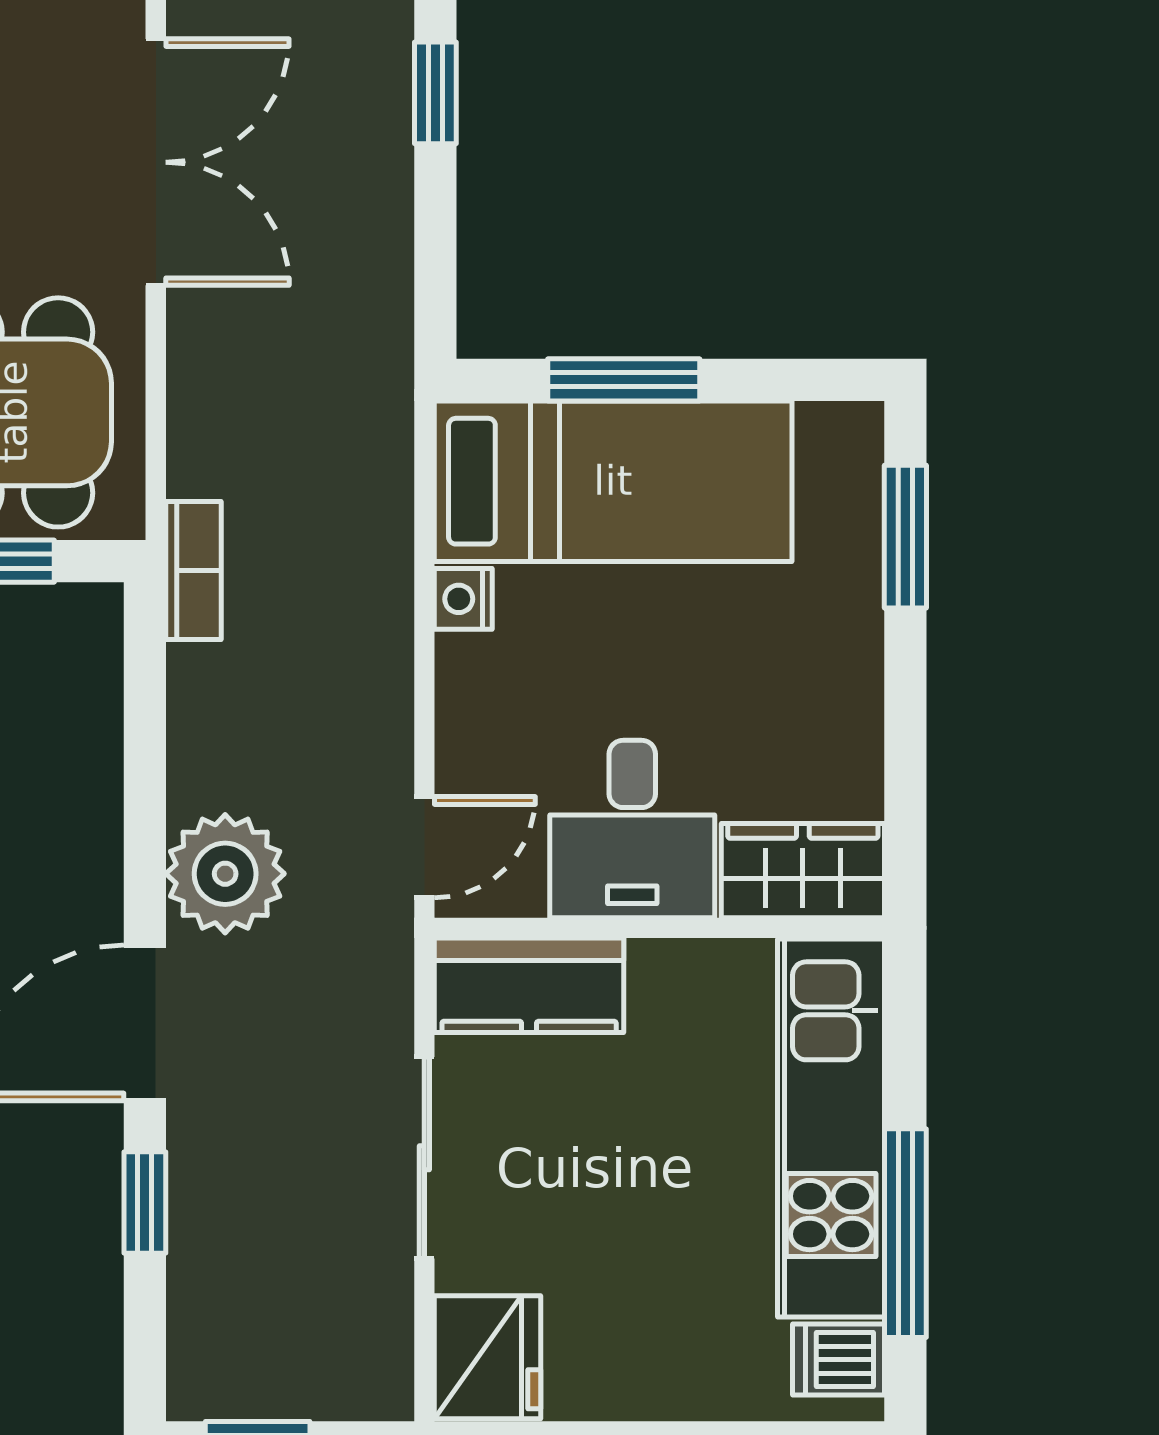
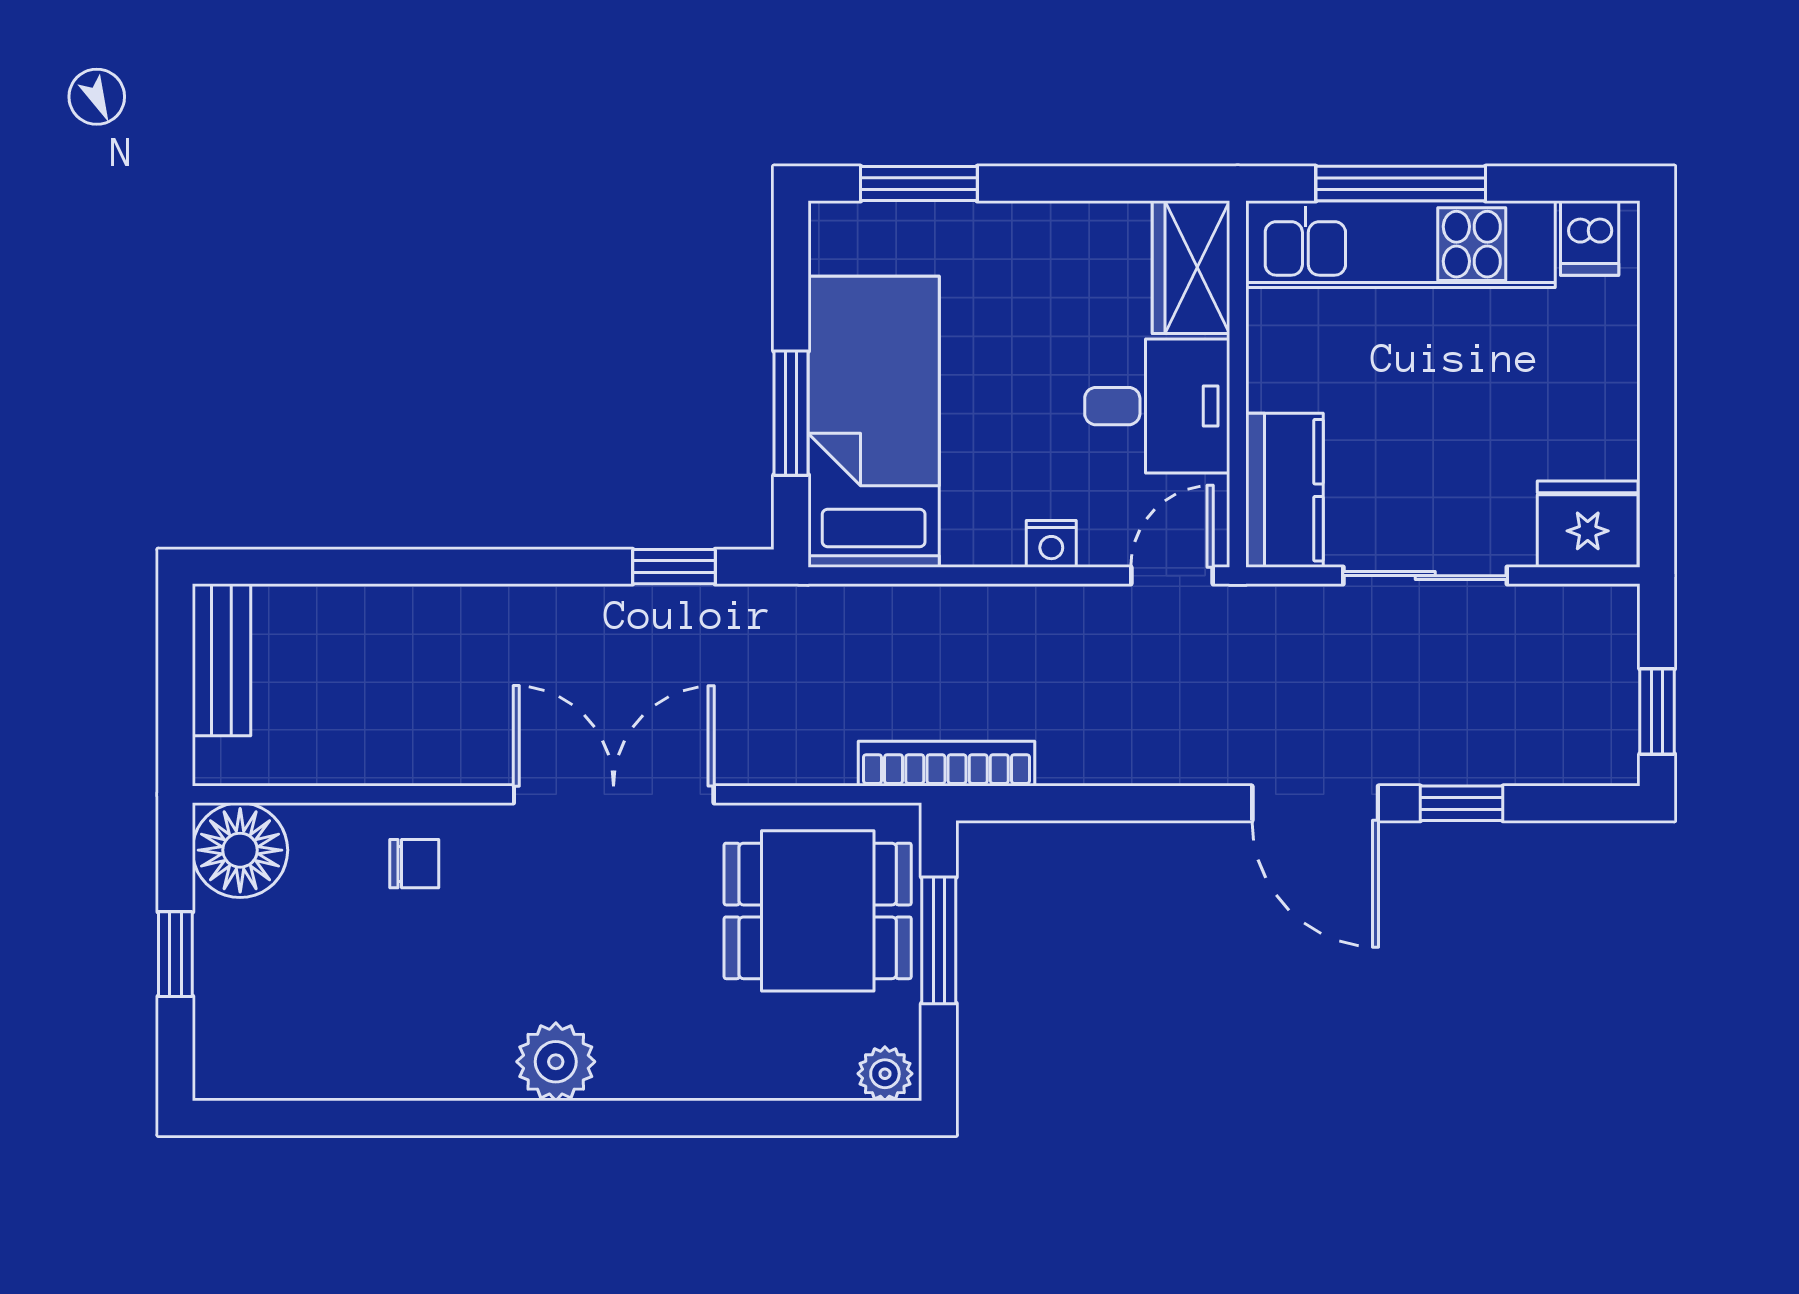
window: (435, 93) -> (674, 567), moved
bookcase: (194, 570) -> (946, 764), width x1.56
nightstand: (463, 599) -> (1051, 544), moved
door: (424, 847) -> (1172, 576), hinge flipped
plant: (225, 874) -> (1194, 738), removed
window: (905, 1233) -> (1401, 184), moved

